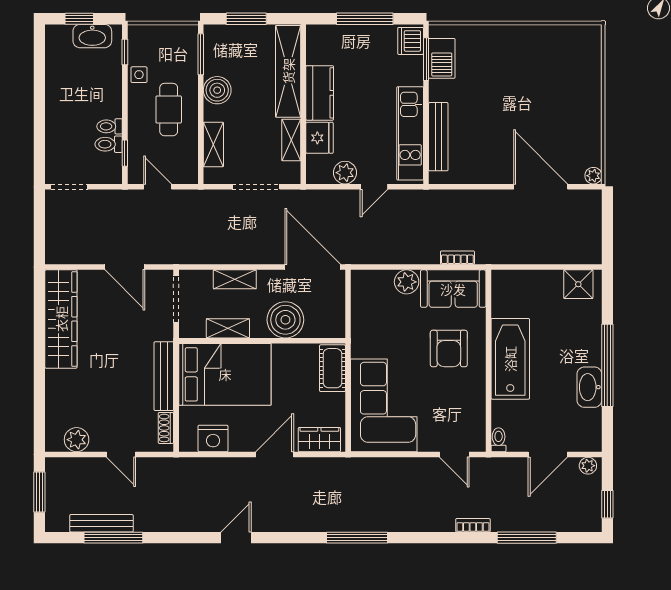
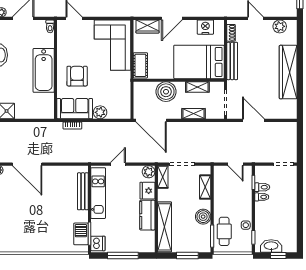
cafe table: (169, 110) -> (224, 231), moved
shelving: (291, 140) -> (163, 177), moved
plant: (345, 173) -> (149, 172), moved
wardrobe: (61, 319) -> (288, 72), moved

